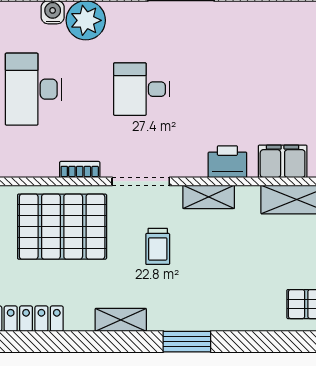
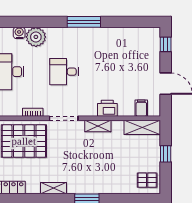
filing cabinet: (283, 161) -> (141, 108), width x0.50
trolley: (158, 246) -> (72, 151), removed

